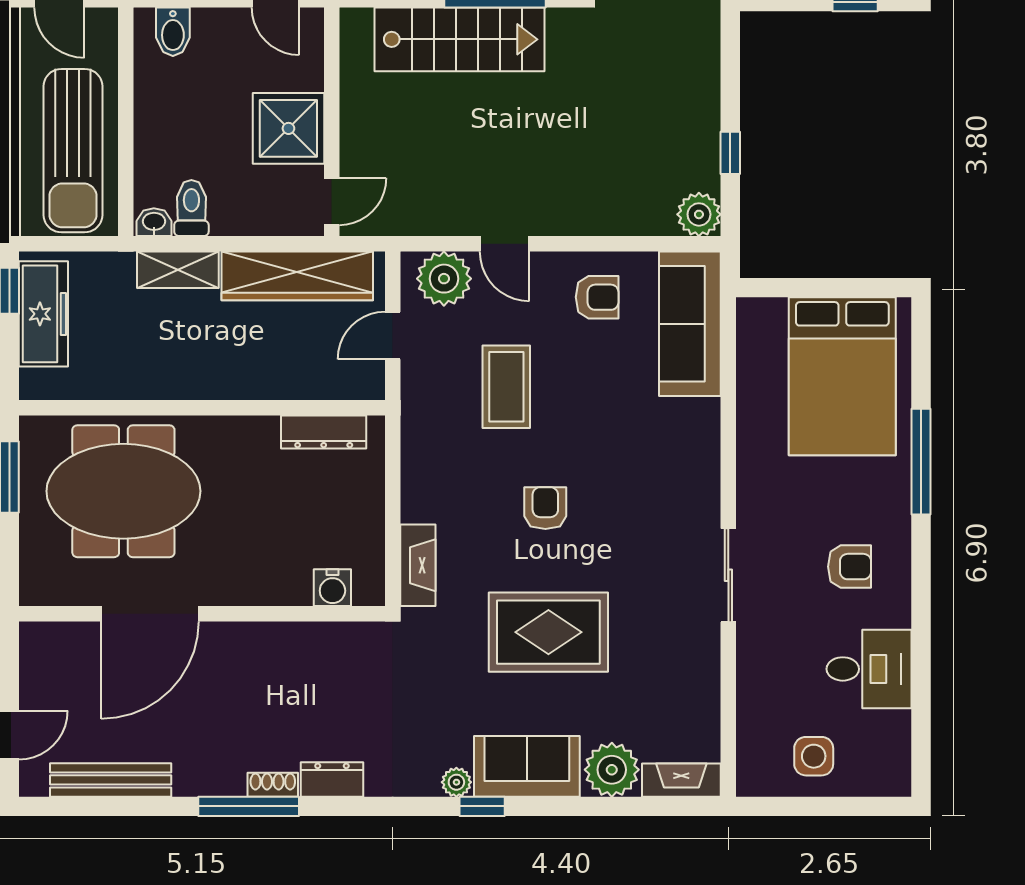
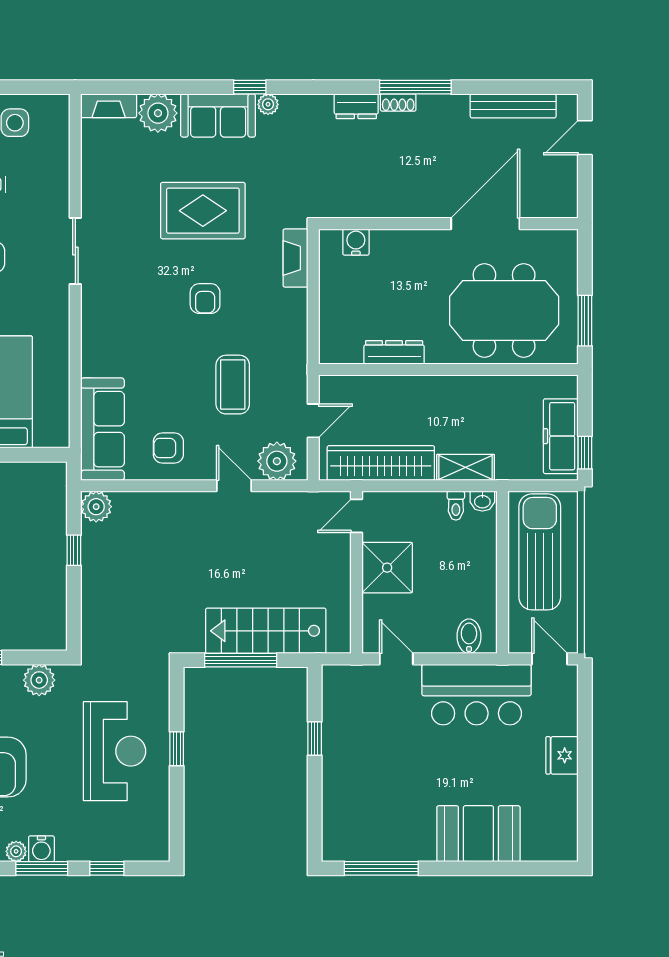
toilet: (191, 208) -> (456, 506), width x0.73, depth x0.72
dresser: (324, 432) -> (394, 352), moved

